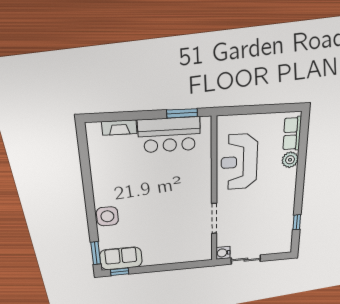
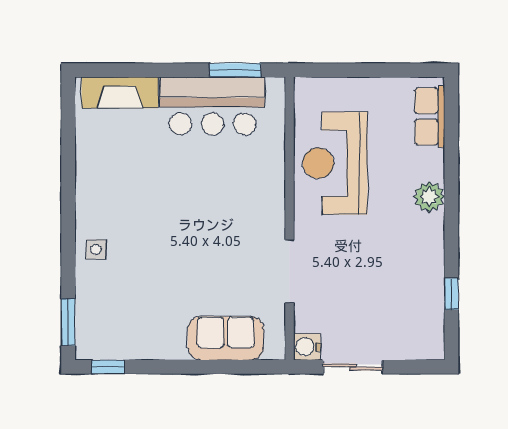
fireplace: (119, 128) -> (120, 93), width x1.37, depth x1.32
plant: (290, 160) -> (429, 197), moved
side table: (107, 216) -> (96, 249), width x0.54, depth x0.54
sofa: (121, 258) -> (226, 338), moved

